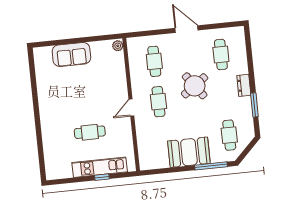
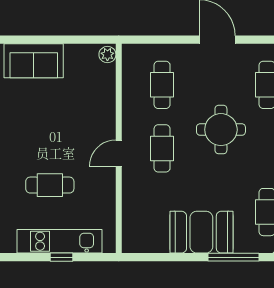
round table: (195, 86) -> (221, 130), turned 36

